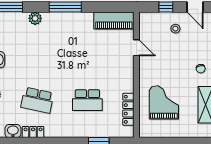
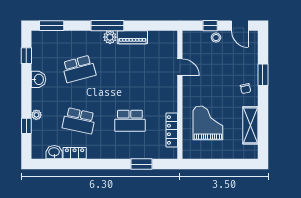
plant: (35, 18) -> (110, 37), moved
piano: (114, 21) -> (132, 37), moved, width x0.73, depth x0.75
stool: (175, 29) -> (216, 38), moved
school desk: (37, 49) -> (79, 69), added

